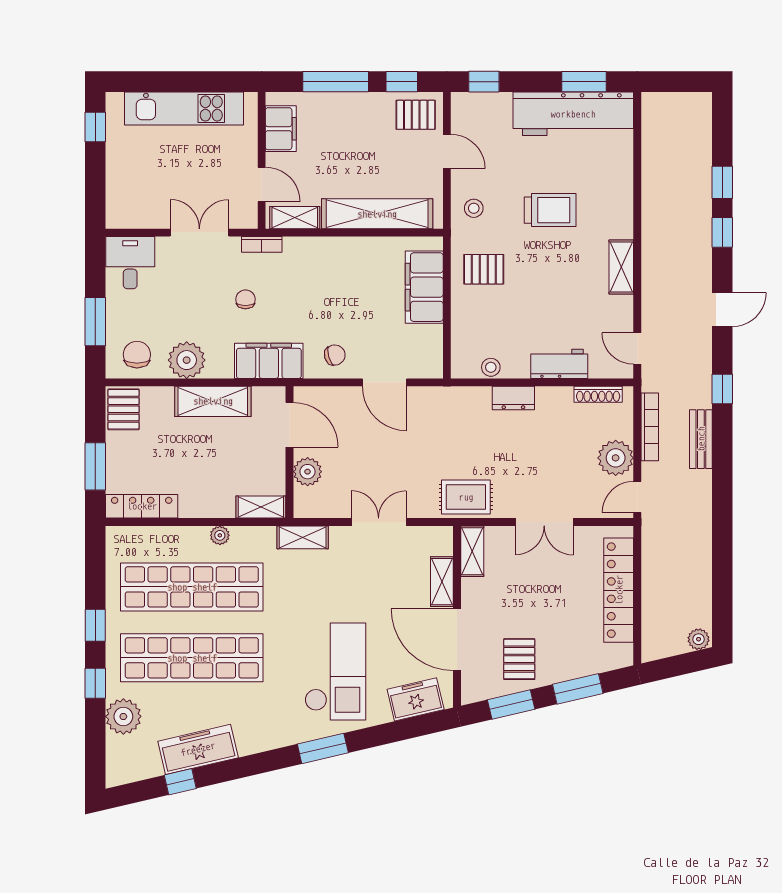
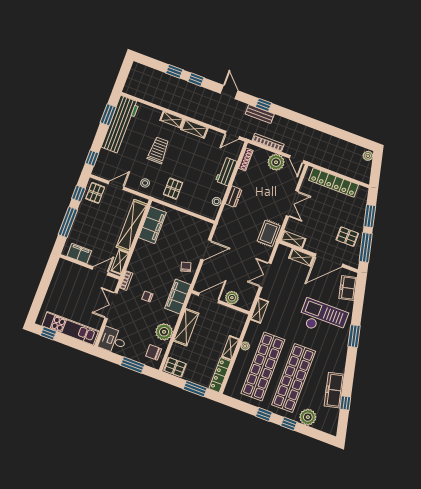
kitchen unit: (184, 109) -> (70, 328), moved, turned -90
shelving: (623, 214) -> (172, 120), added
filing cabinet: (424, 287) -> (152, 225), moved, turned -90
bench: (701, 439) -> (260, 114), moved
shelving: (261, 507) -> (230, 348), moved
window: (511, 704) -> (366, 247), width x1.44

